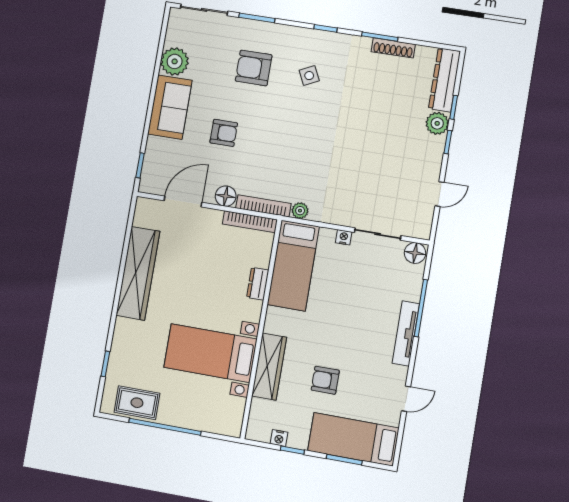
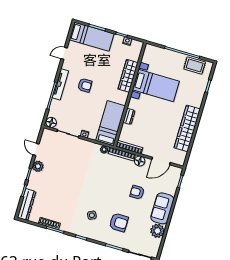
plant: (437, 123) -> (38, 166), moved
door: (439, 194) -> (36, 149), hinge flipped
armchair: (325, 380) -> (85, 85), moved

